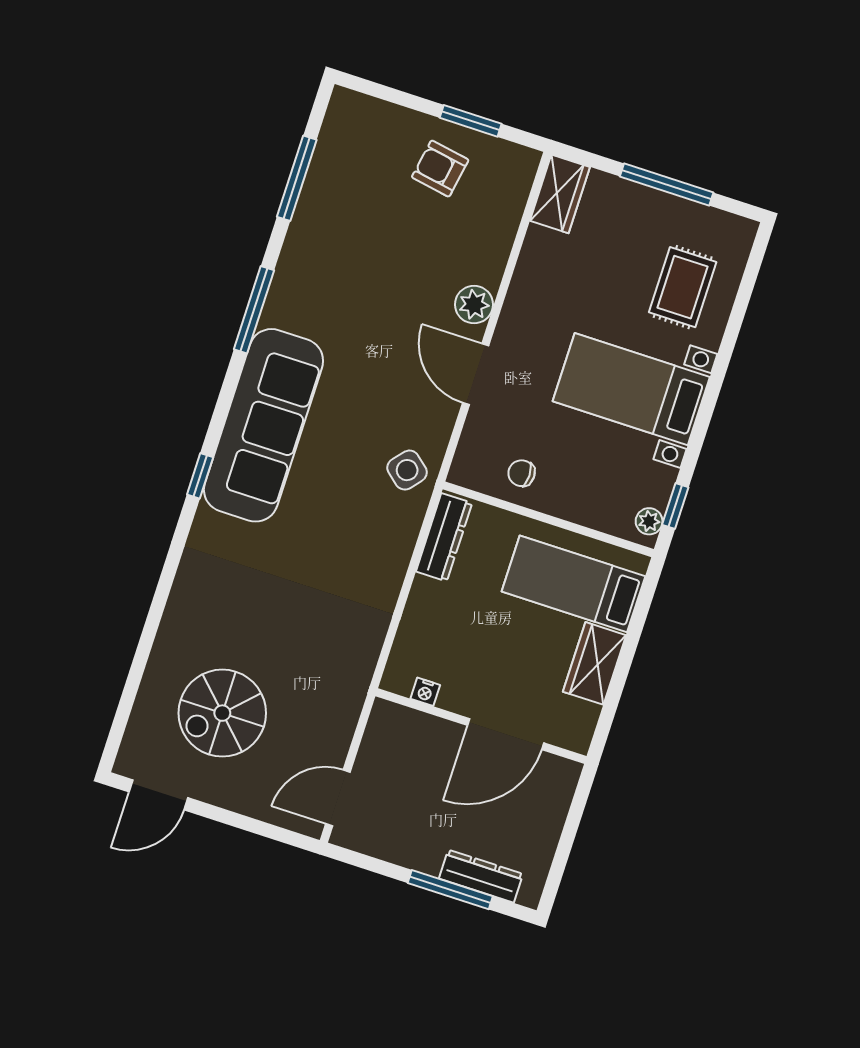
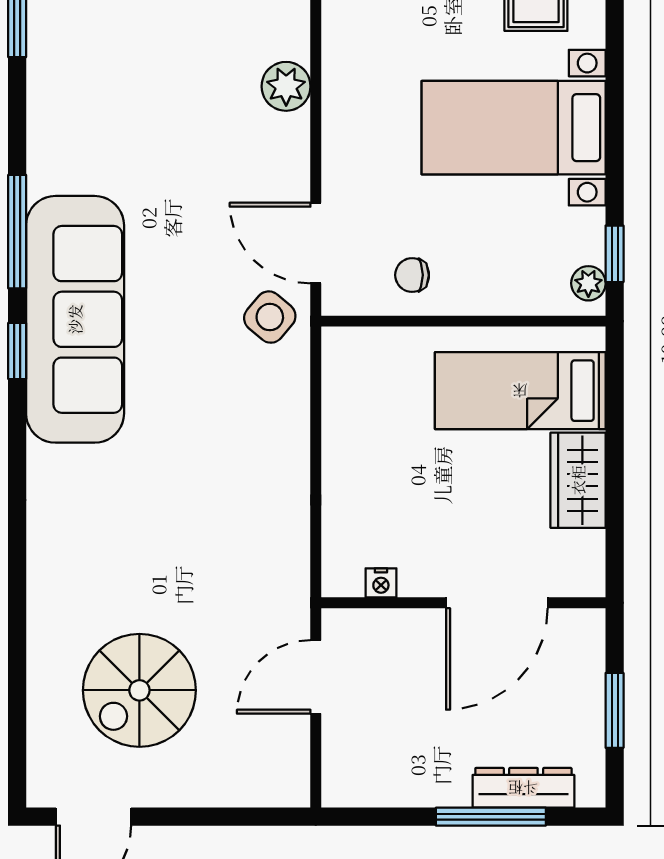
window: (254, 310) -> (17, 232), moved
door: (476, 374) -> (316, 243), moved
window: (200, 476) -> (17, 351), moved
dresser: (444, 537) -> (342, 385), removed
door: (338, 798) -> (316, 677), moved
window: (566, 841) -> (615, 710), added

